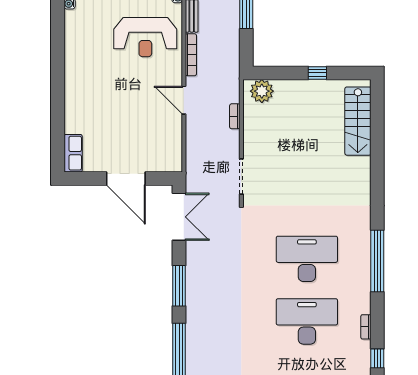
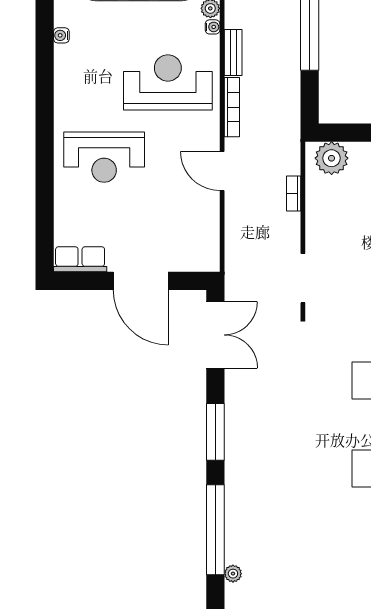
reception desk: (145, 37) -> (168, 82), turned 180
reception desk: (100, 90) -> (104, 157), added
row of seats: (73, 153) -> (80, 259), moved, turned -90

